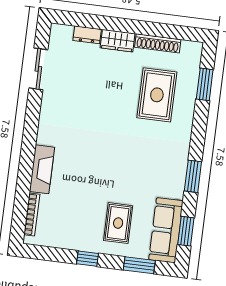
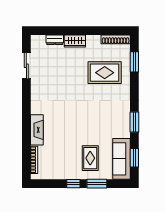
shoe rack: (158, 43) -> (116, 39), moved
rug: (157, 95) -> (105, 73), turned 90
window: (139, 265) -> (97, 184), moved

